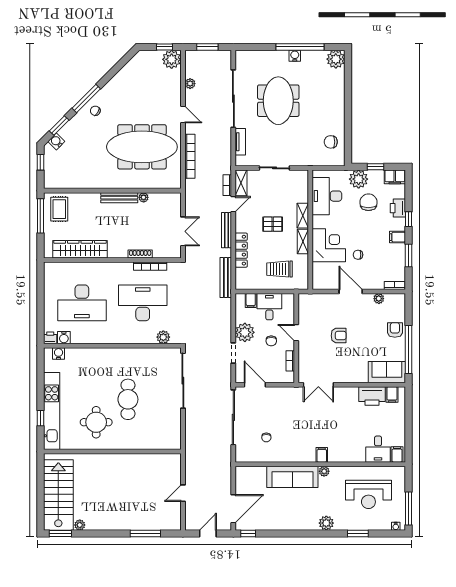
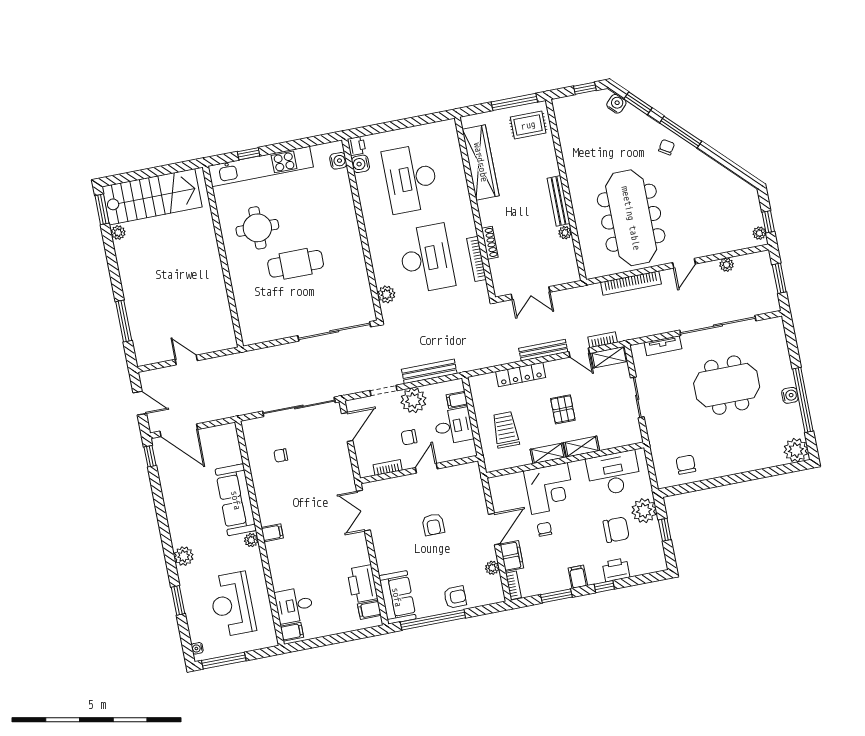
plant: (172, 59) -> (759, 233), width x0.53, depth x0.53
filing cabinet: (395, 177) -> (512, 556), moved, turned 180
bench: (226, 278) -> (429, 371), moved

